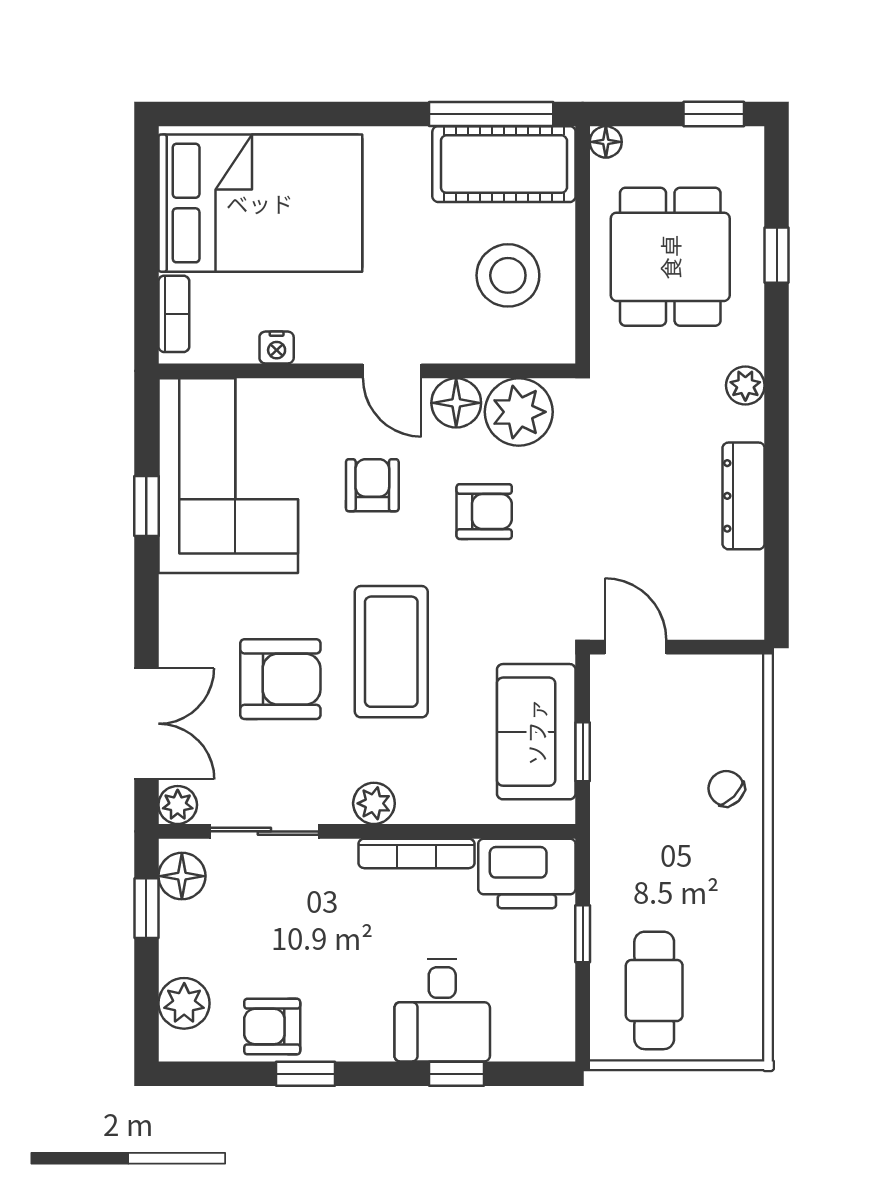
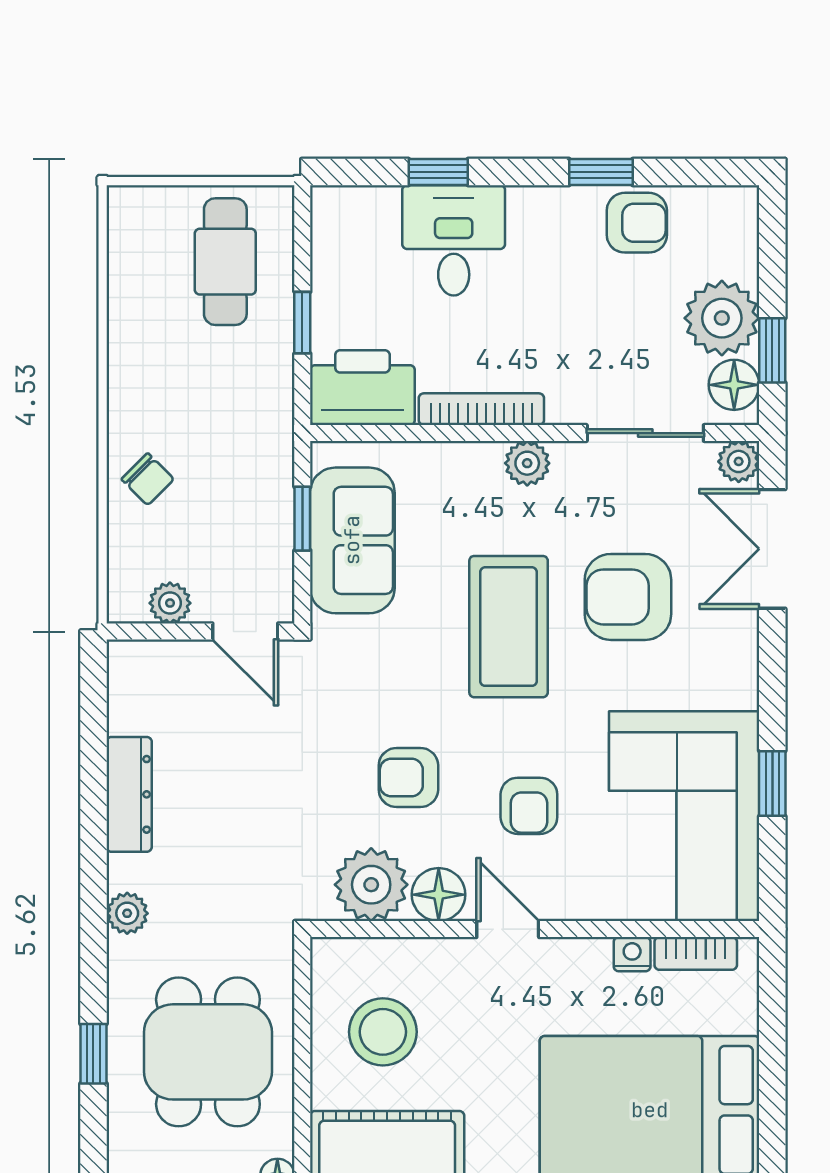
bookcase: (174, 314) -> (696, 953), moved, turned -90
plant: (706, 674) -> (170, 603), added
plant: (184, 1003) -> (722, 318), moved, width x1.36, depth x1.36

